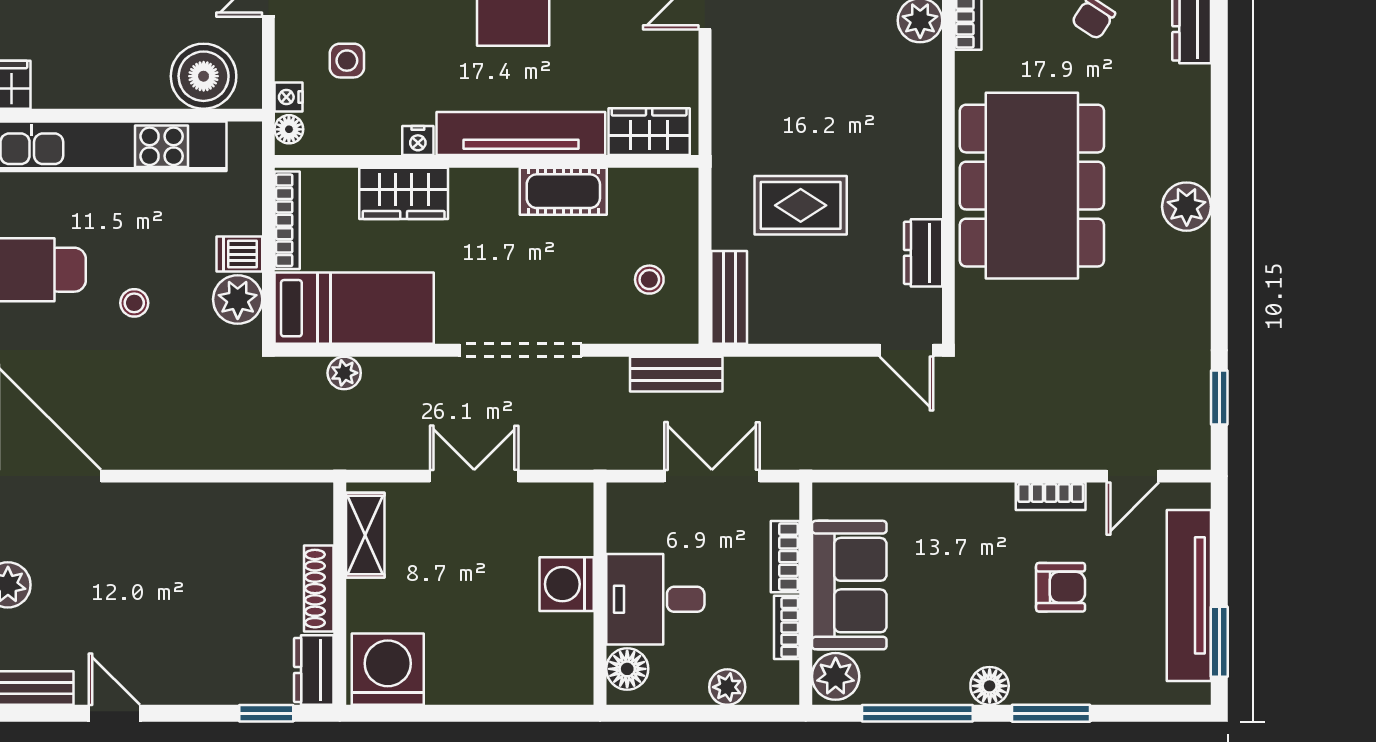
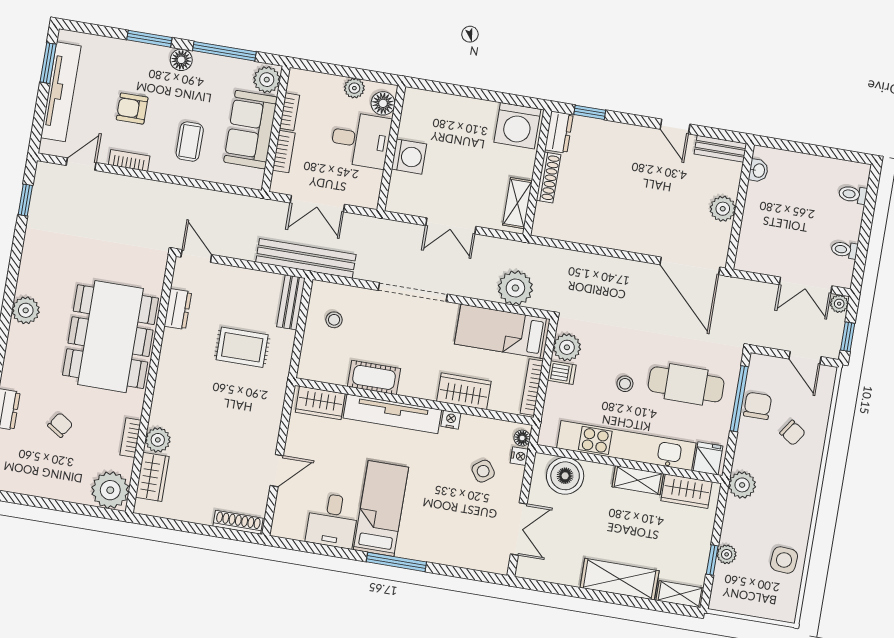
side table: (347, 61) -> (483, 471), turned -36
shelving: (76, 90) -> (638, 480), added
stool: (134, 303) -> (625, 384), moved
plant: (344, 373) -> (515, 288), width x1.88, depth x1.88
bench: (676, 374) -> (306, 258), width x1.86, depth x1.21
coffee table: (951, 547) -> (190, 142), added
plant: (727, 687) -> (354, 88), moved

